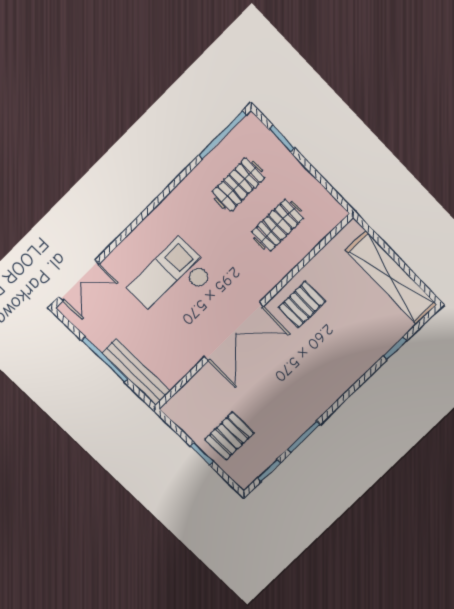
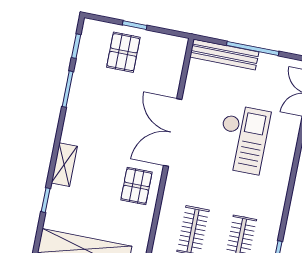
shelving: (355, 370) -> (64, 165), added

